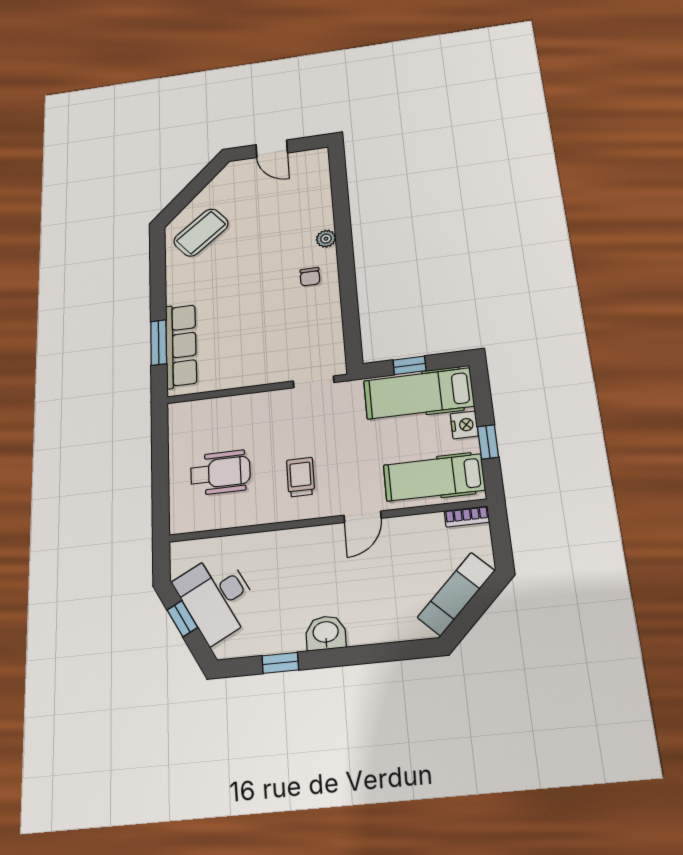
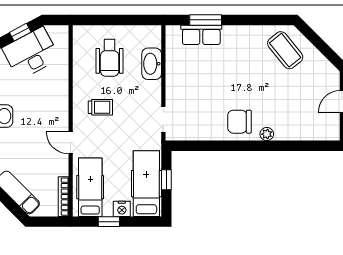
chair: (310, 277) -> (239, 122), width x1.87, depth x1.87
row of seats: (181, 345) -> (201, 35), width x0.68
washbasin: (227, 409) -> (152, 64), added
bookcase: (467, 517) -> (63, 197), width x1.56

